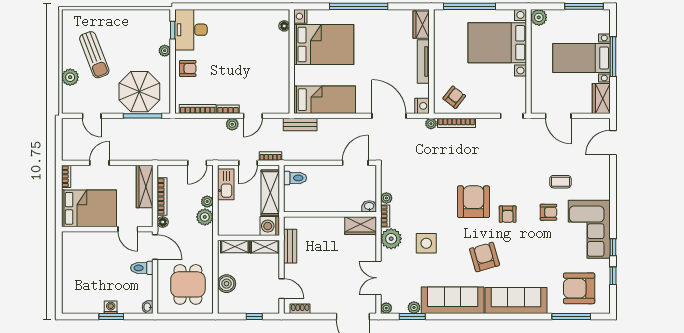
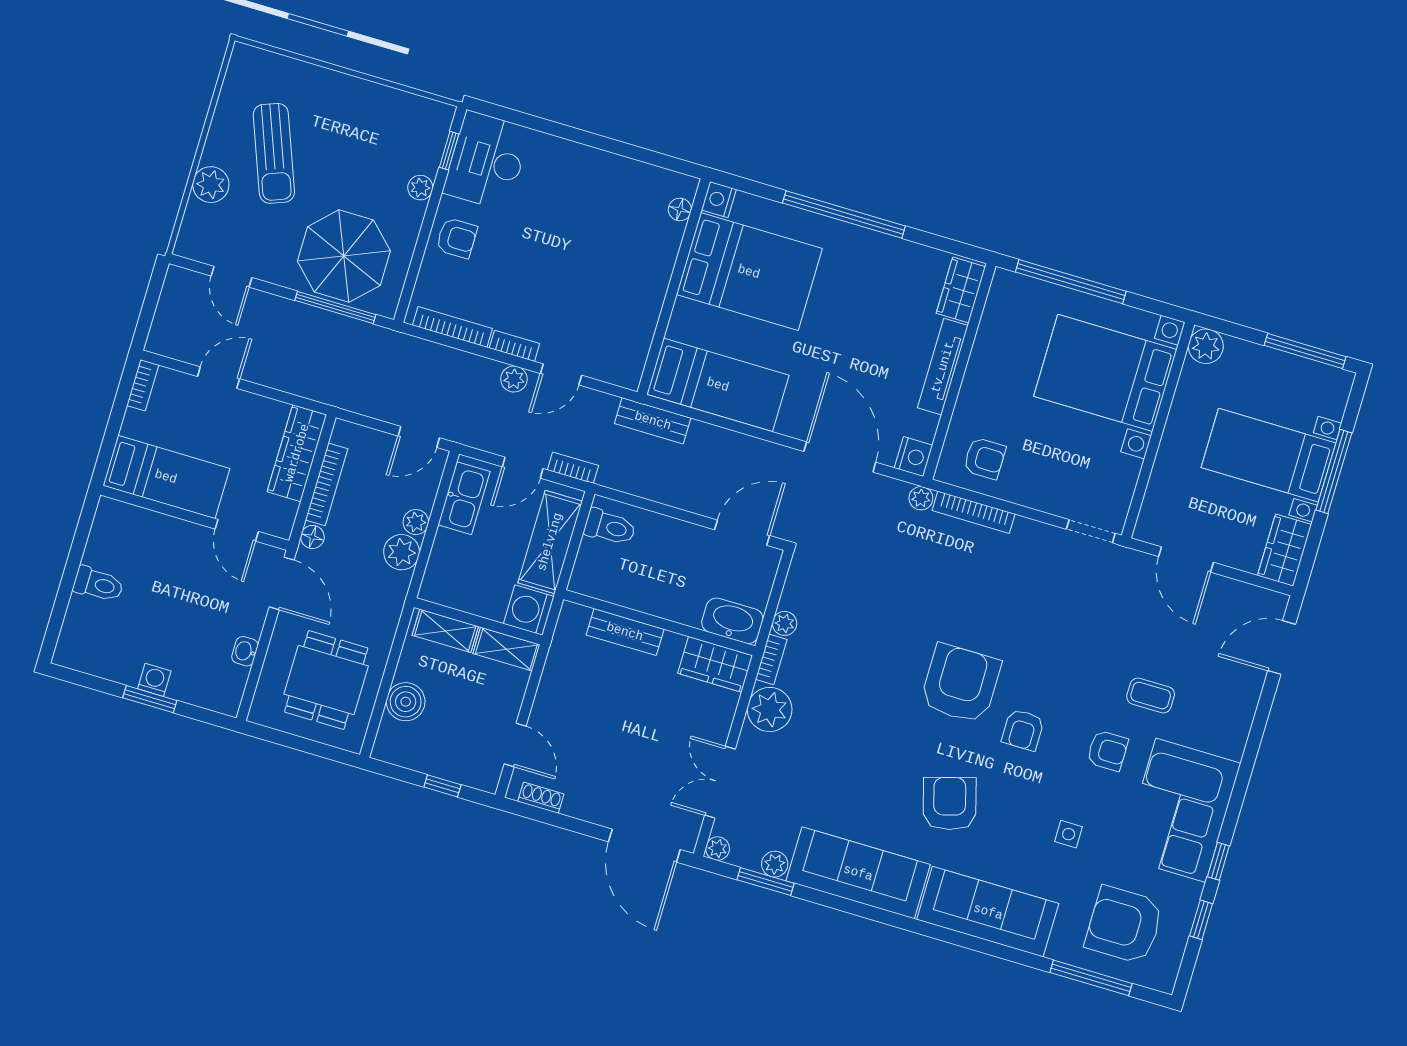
armchair: (454, 97) -> (985, 458), turned 52
washbasin: (369, 206) -> (732, 621), width x1.91, depth x1.45
bed: (89, 208) -> (166, 477), width x0.67
side table: (426, 243) -> (1069, 834), moved, width x0.54, depth x0.54
bench: (290, 246) -> (625, 632), moved, turned 90
toilet: (142, 268) -> (98, 584), moved, turned 180
washbasin: (148, 307) -> (245, 651), moved

